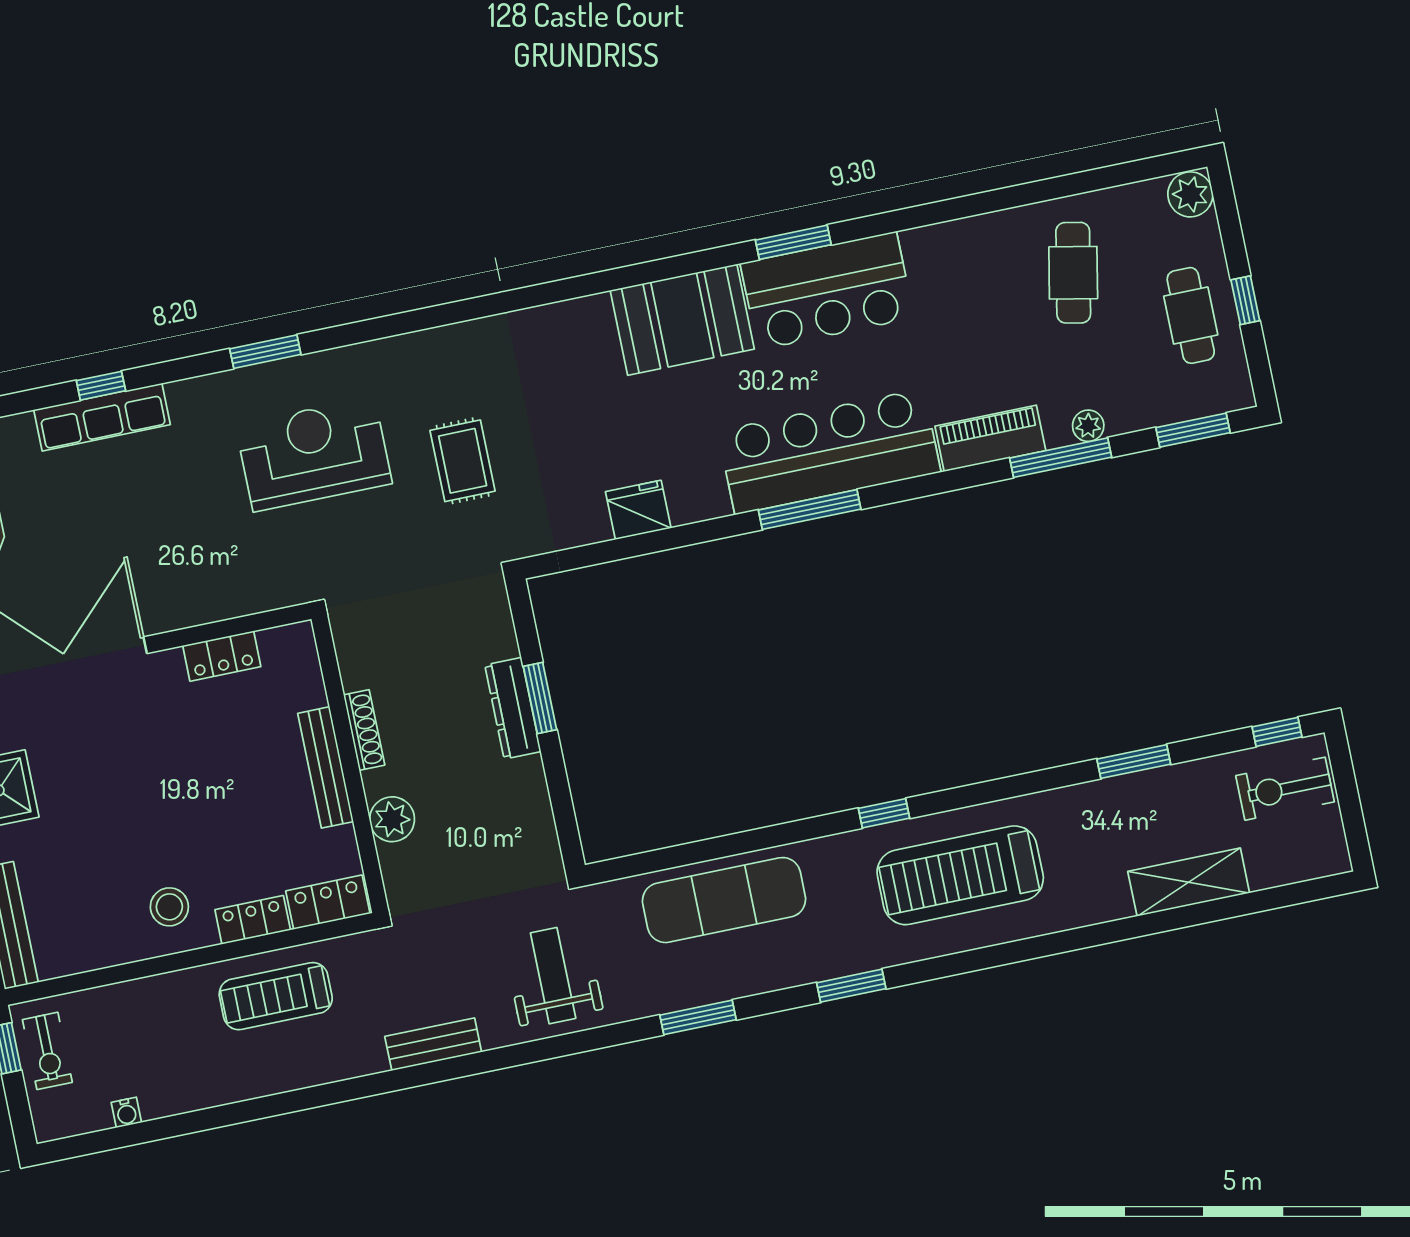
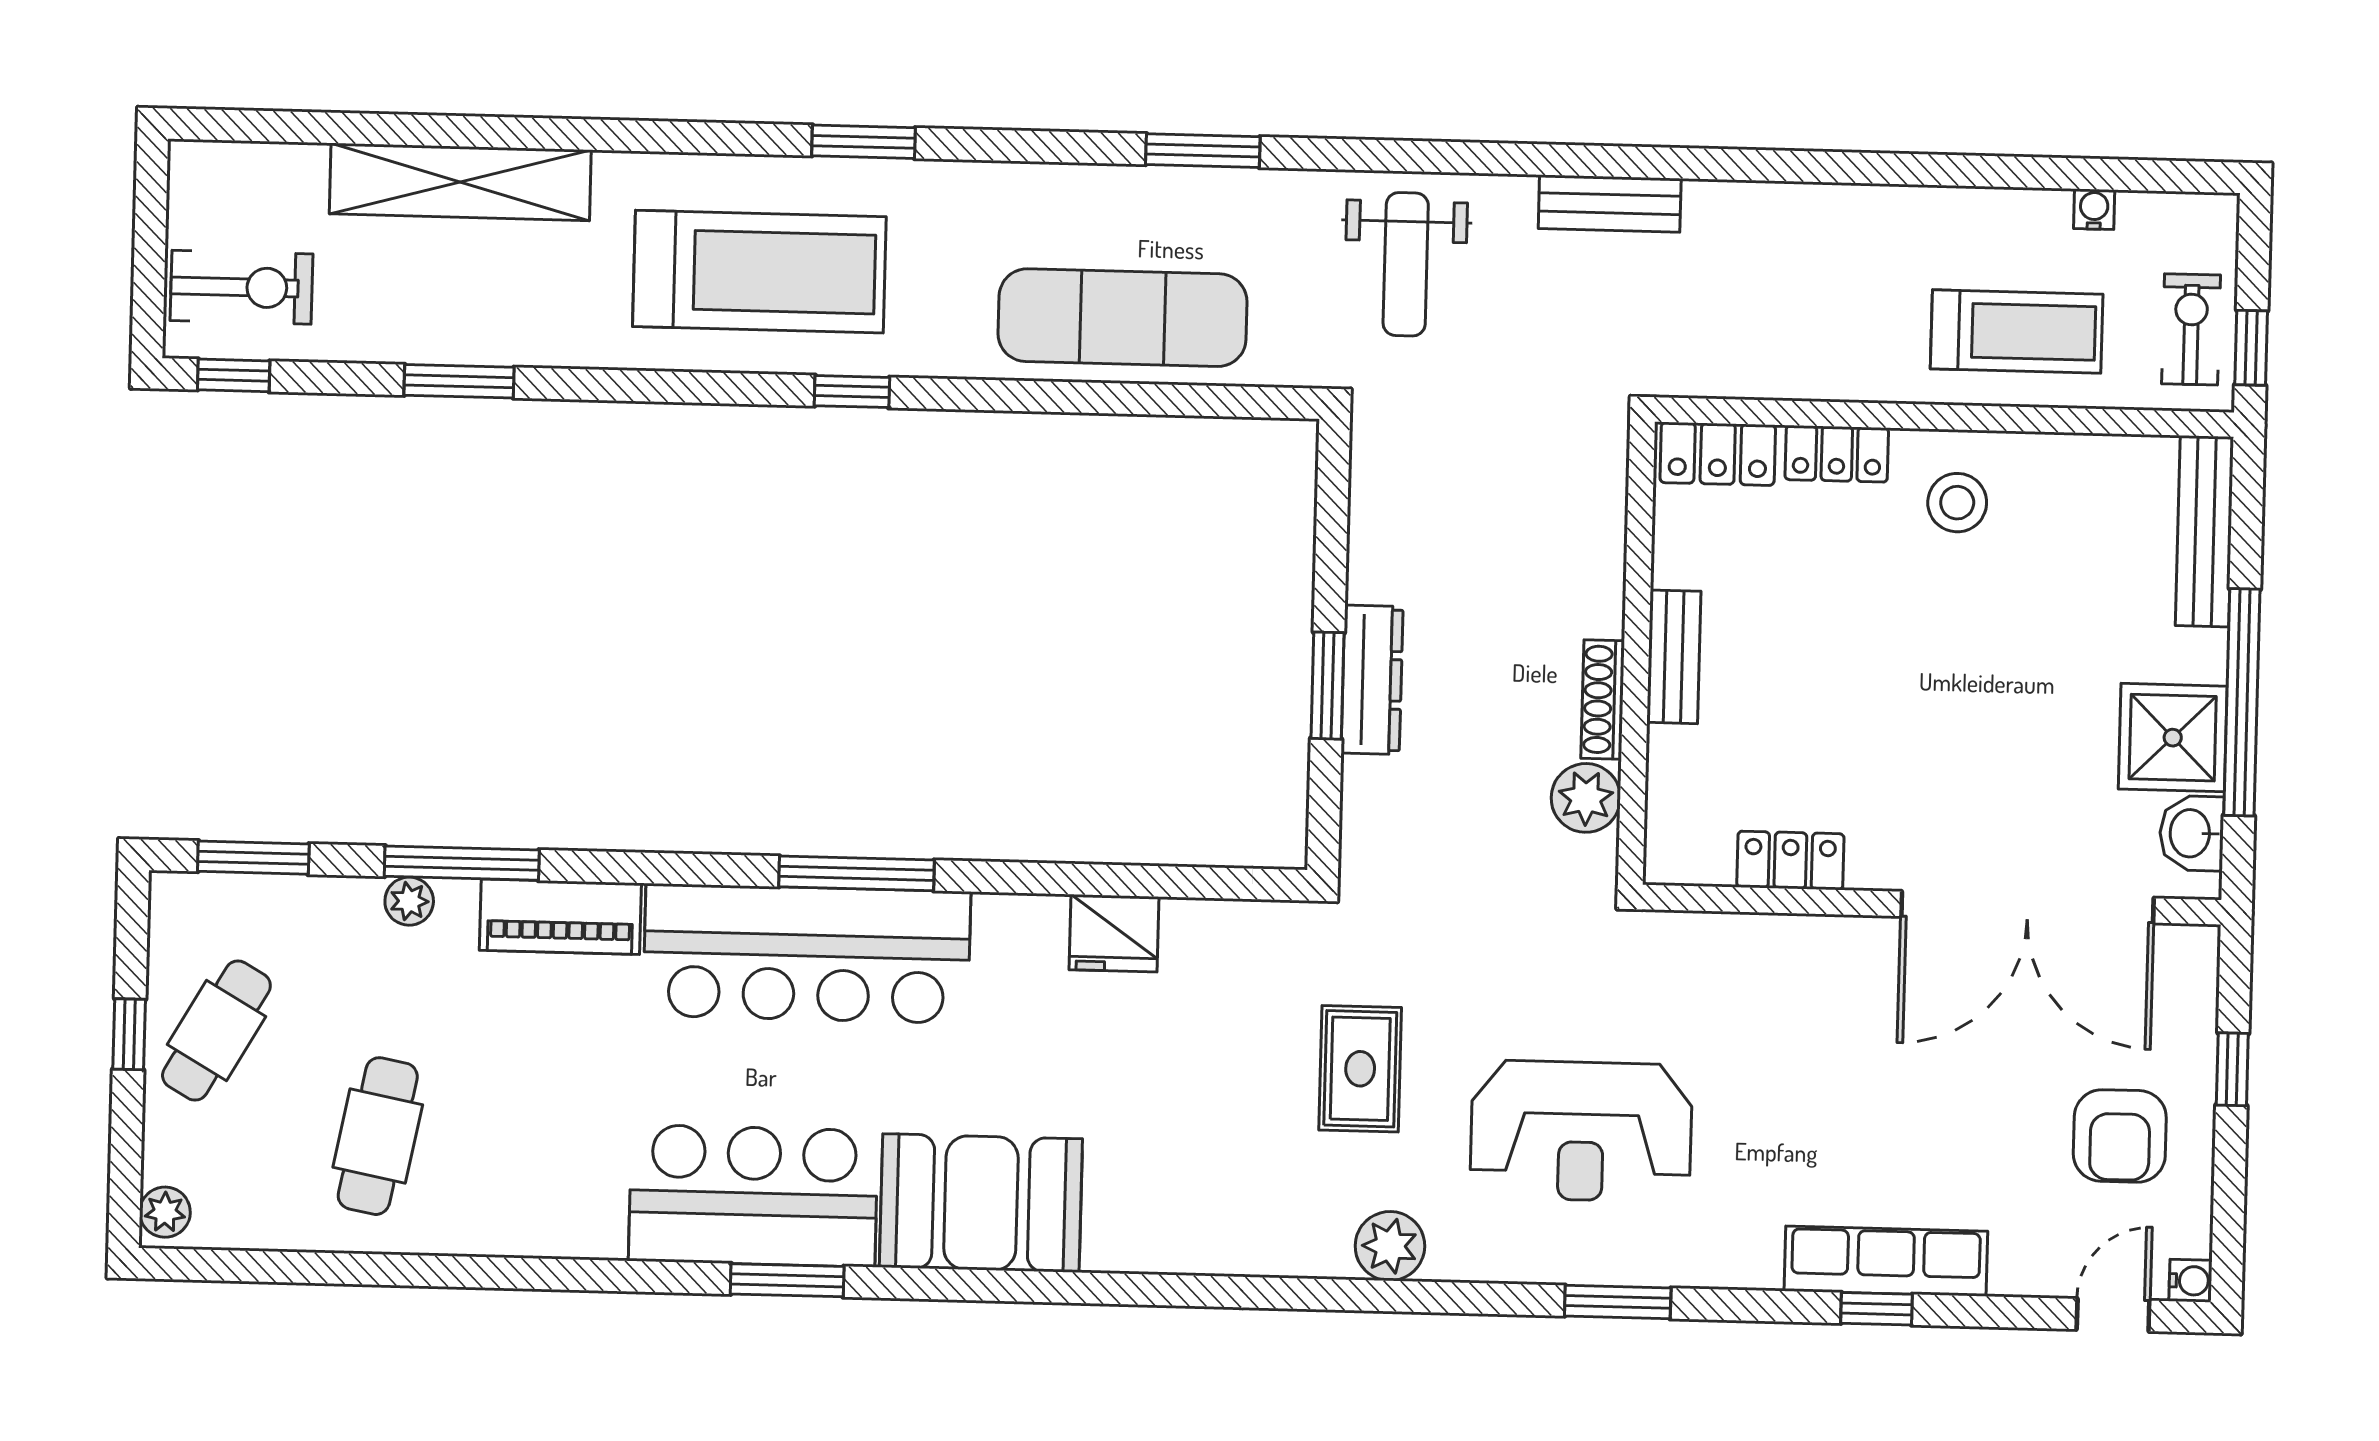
plant: (1190, 194) -> (165, 1212), width x0.73, depth x0.73
cafe table: (1191, 315) -> (216, 1031), turned 30
plant: (418, 353) -> (1390, 1246), added
bench: (326, 767) -> (1674, 657), width x0.73
plant: (392, 819) -> (1586, 798), moved
shelving: (1189, 882) -> (460, 182), width x1.47
window: (851, 986) -> (864, 142), moved
treadmill: (276, 996) -> (2017, 331), moved

